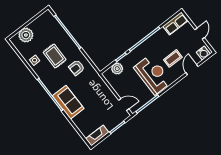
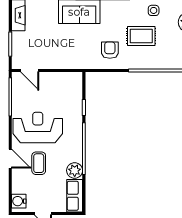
plant: (117, 69) -> (75, 170), moved
door: (192, 70) -> (10, 159), moved
reception desk: (153, 75) -> (38, 128), turned 180
door: (124, 105) -> (30, 70), hinge flipped

